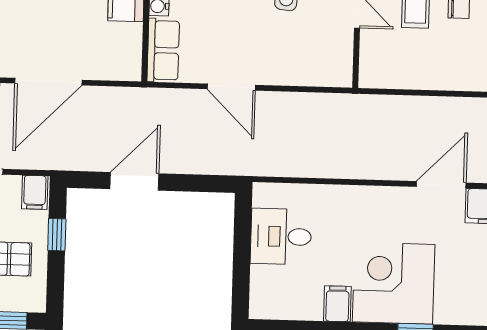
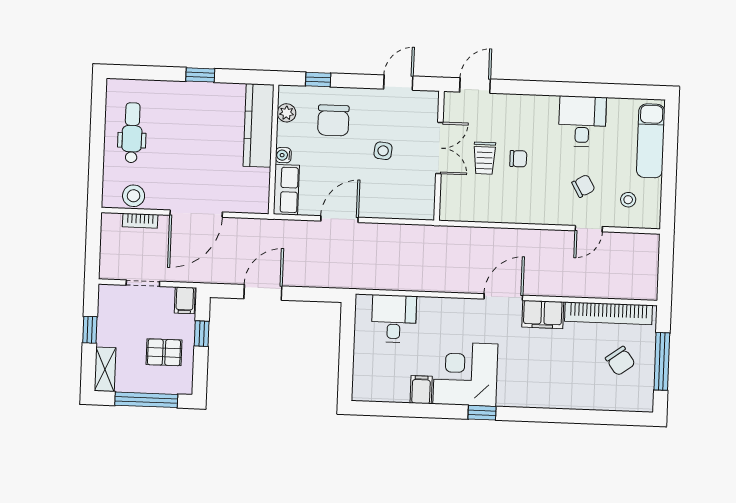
door: (231, 87) -> (339, 219), swing flipped
desk: (281, 236) -> (394, 319), moved, turned 90

